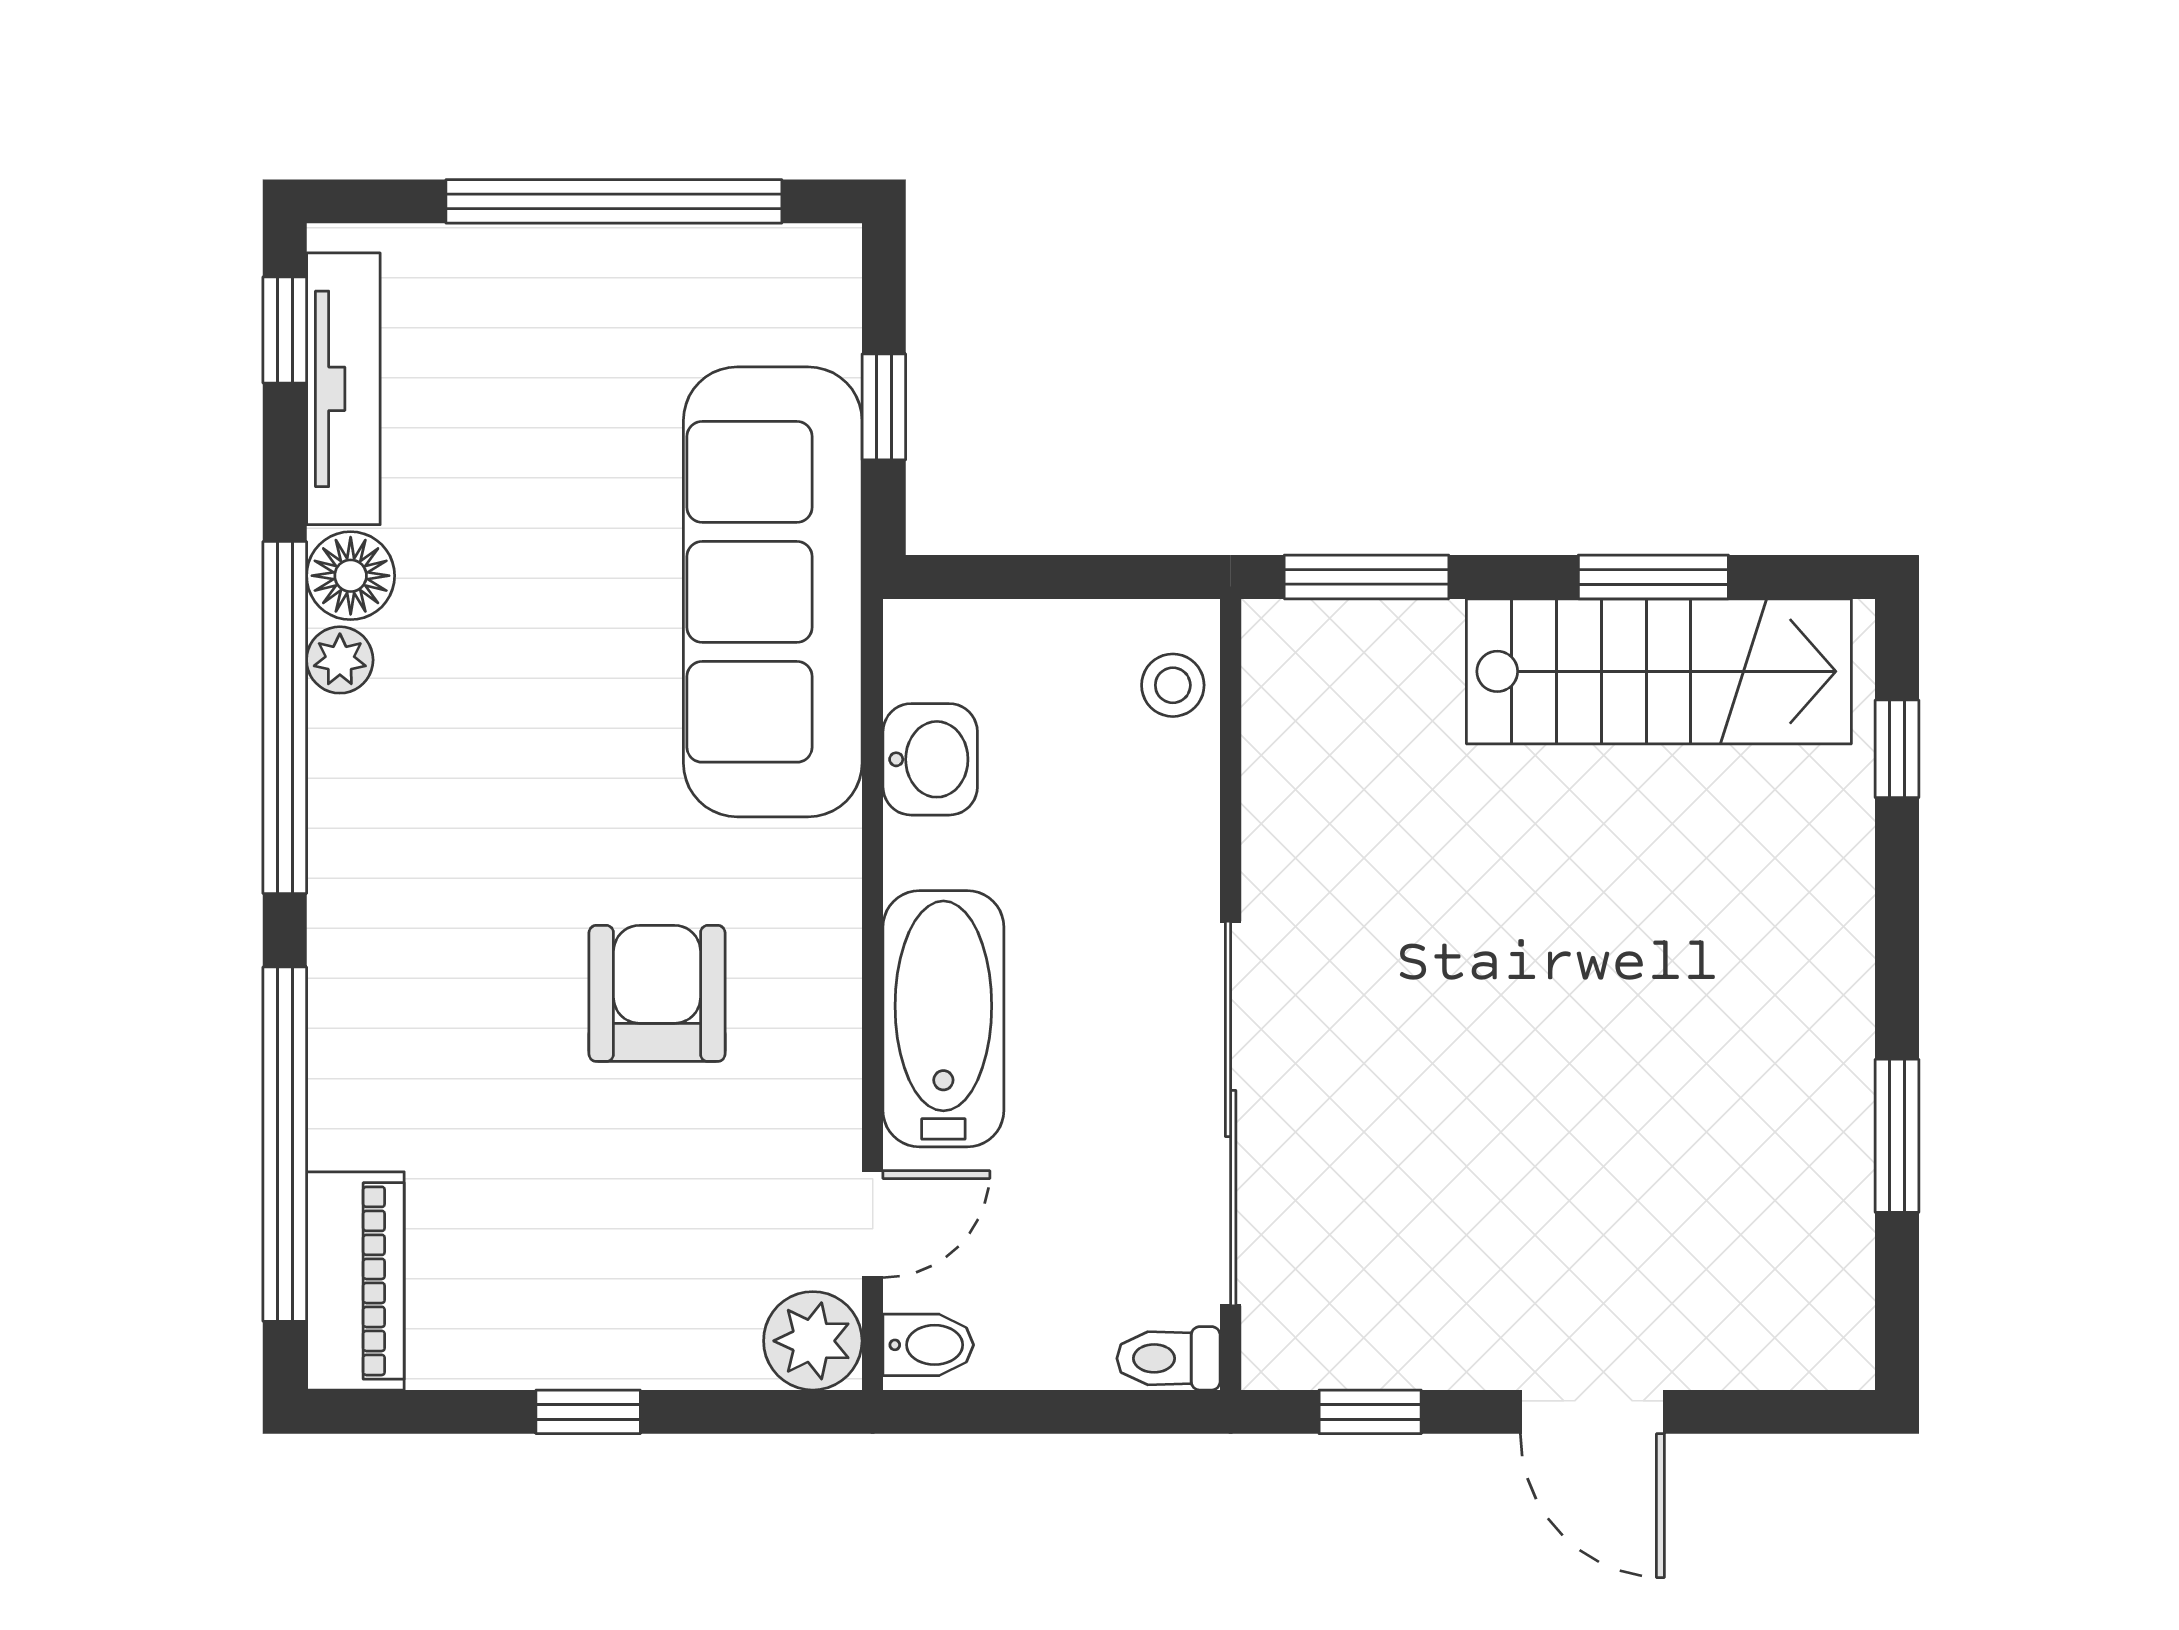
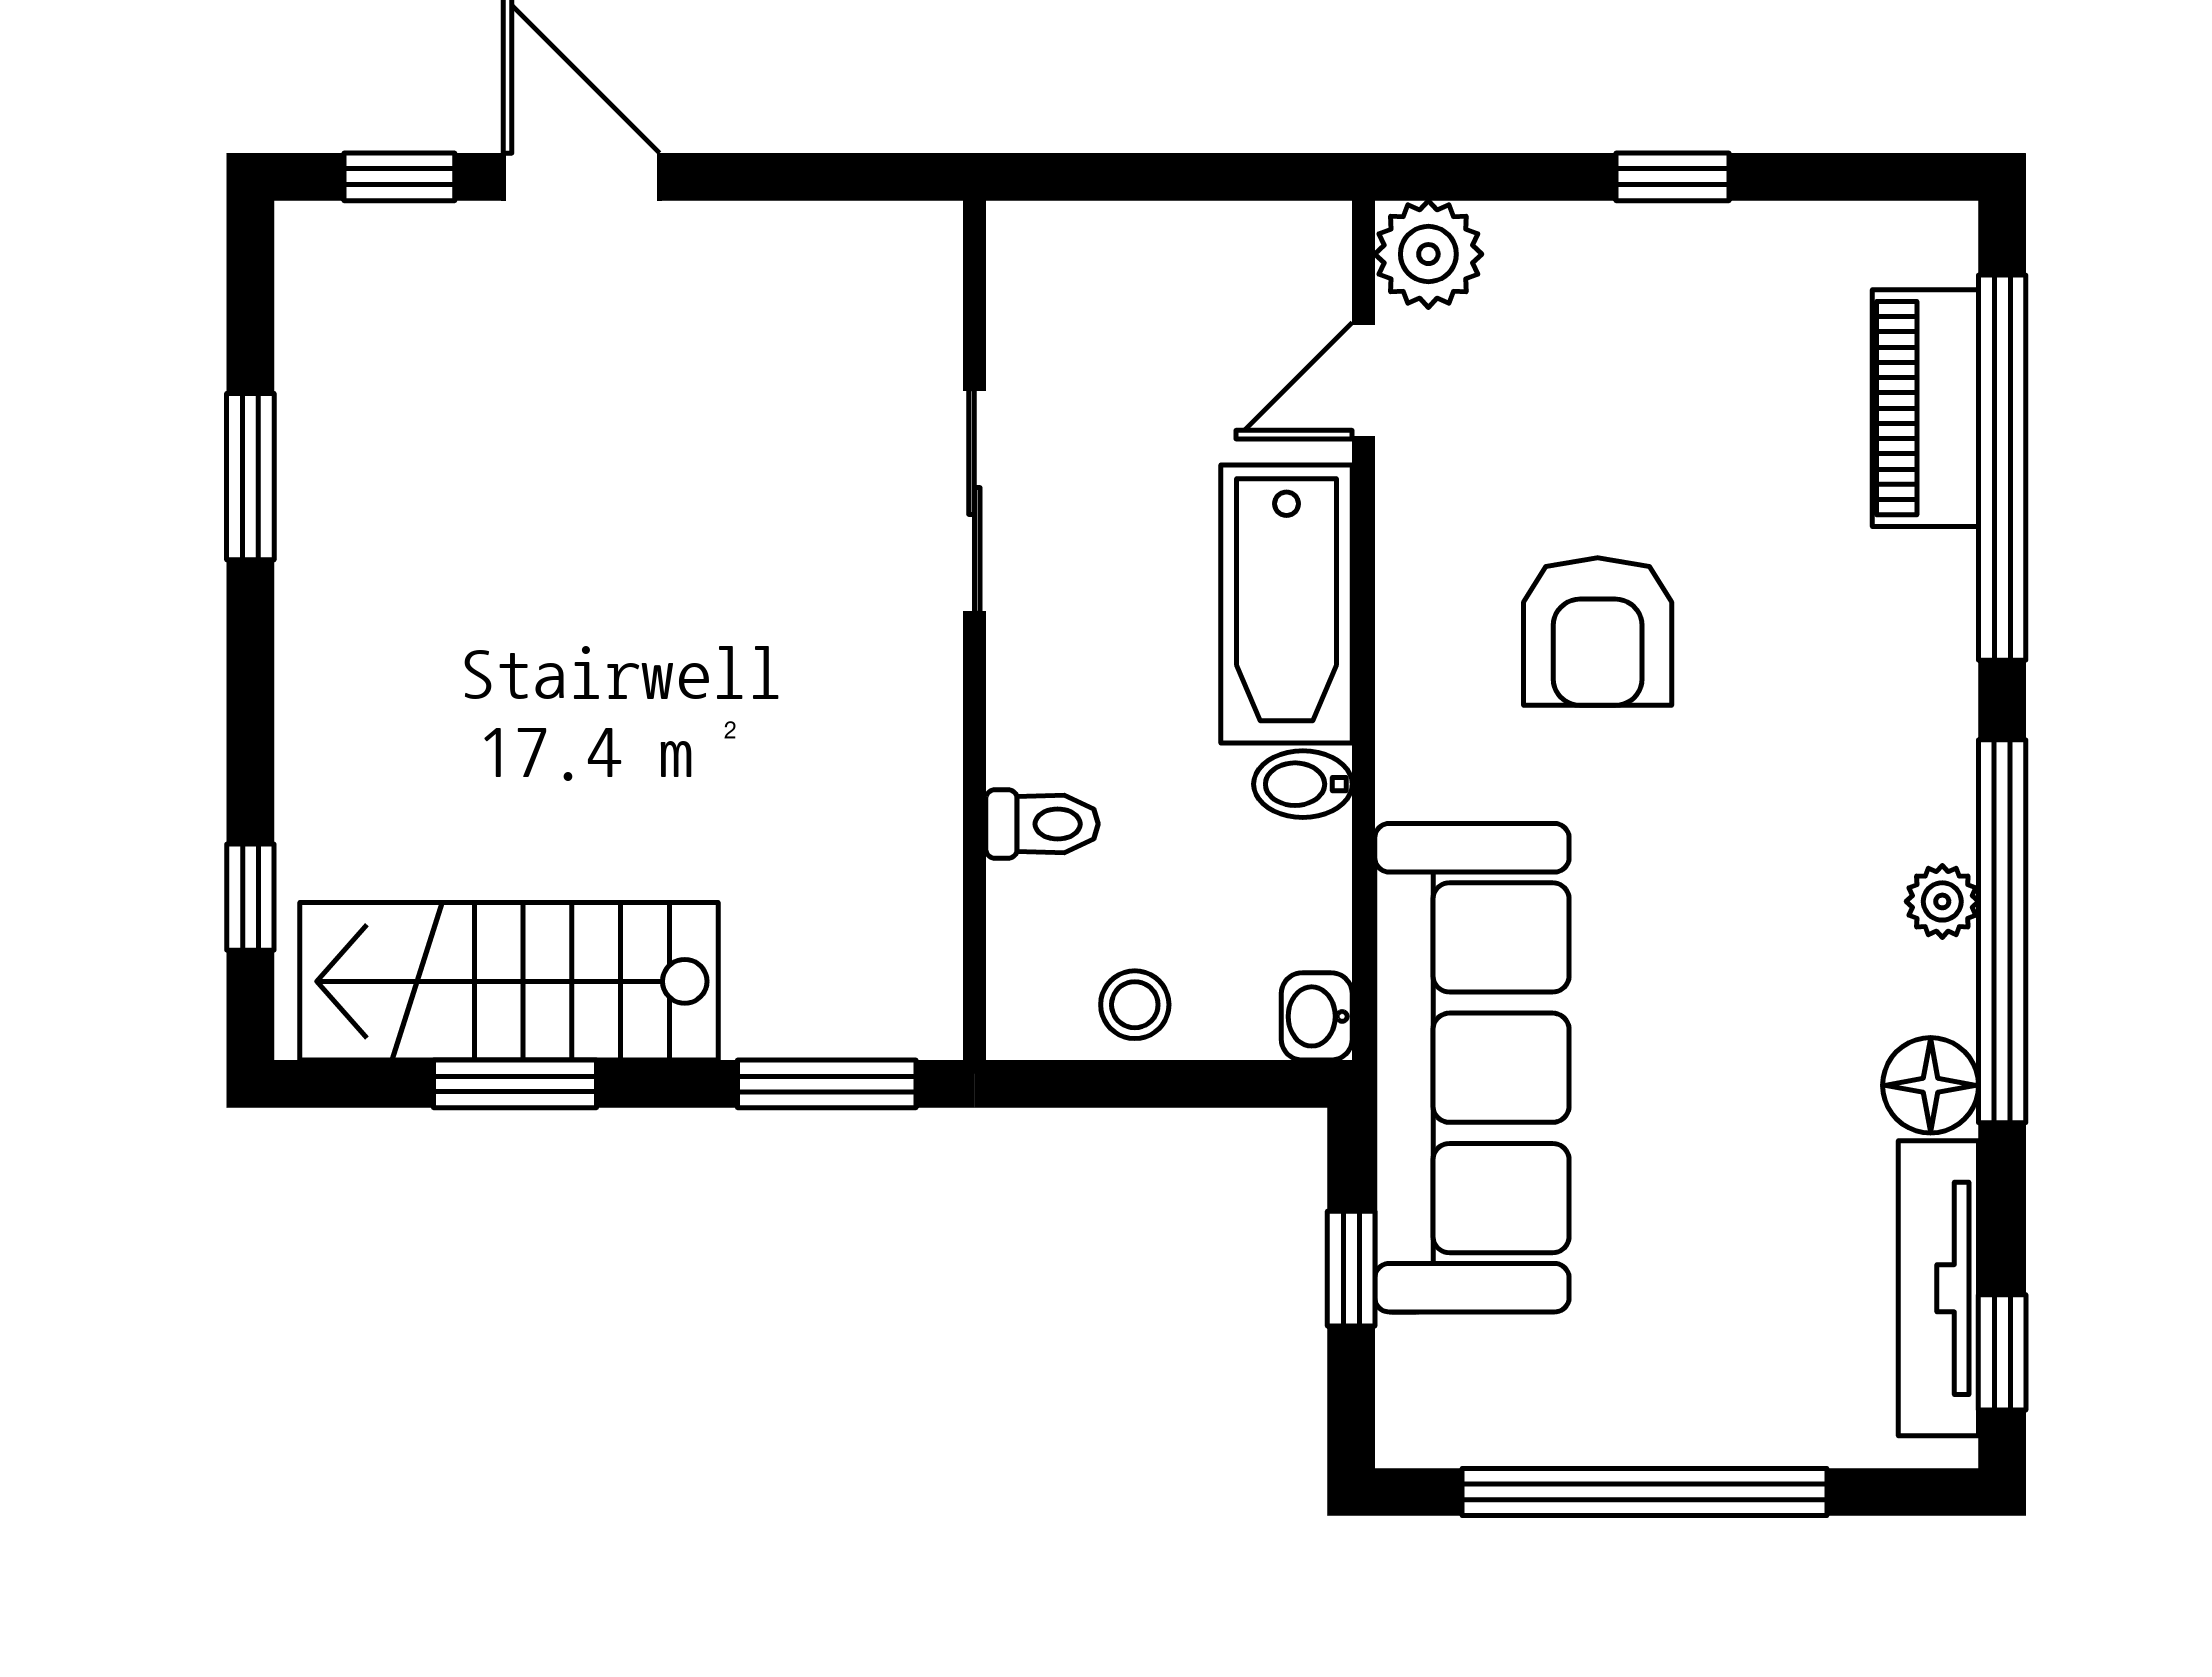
plant: (340, 660) -> (1942, 901), moved
stool: (1173, 685) -> (1135, 1005), moved
washbasin: (930, 759) -> (1317, 1016), moved, width x0.72, depth x0.69
sliding door: (1231, 1113) -> (974, 501), width x0.54
piano: (355, 1281) -> (1925, 408), moved
bidet: (928, 1345) -> (1303, 784), moved
toilet: (1168, 1358) -> (1042, 824), moved
window: (1370, 1412) -> (399, 177), moved

